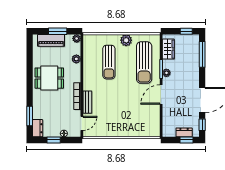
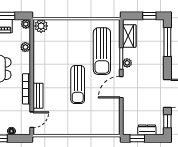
plant: (126, 40) -> (41, 26), moved
sun lounger: (109, 62) -> (78, 85), moved
window: (187, 140) -> (137, 138), moved

